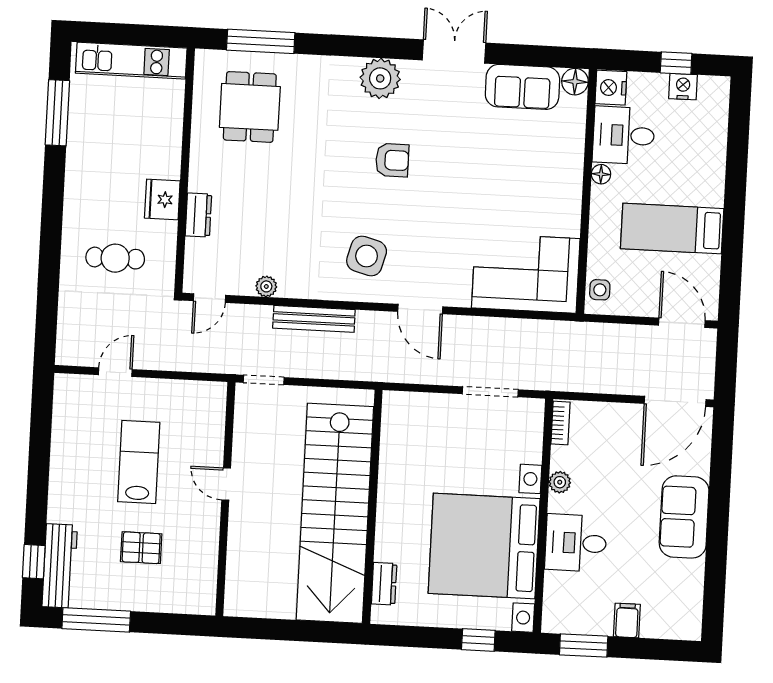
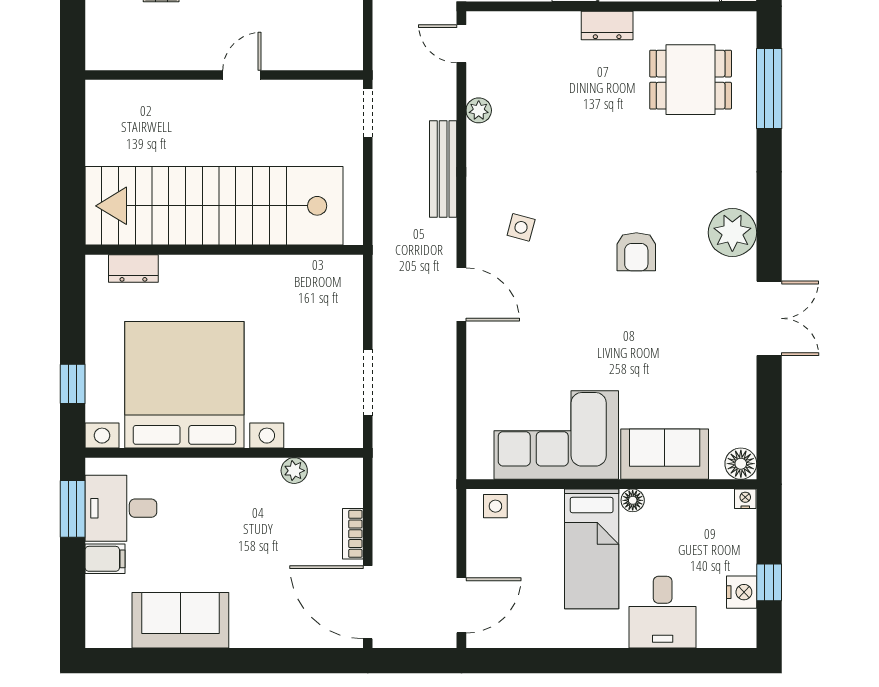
sofa: (522, 87) -> (665, 454), moved, turned 90
nightstand: (611, 88) -> (745, 499), width x0.53, depth x0.56
desk: (624, 135) -> (663, 612), moved, turned 180
dresser: (198, 215) -> (607, 25), moved
bed: (672, 229) -> (592, 549), moved, turned 180
side table: (367, 256) -> (521, 227), width x0.54, depth x0.54
corner sofa: (526, 273) -> (556, 435), moved, turned -90
door: (420, 309) -> (461, 294), swing flipped
bookcase: (560, 423) -> (353, 534), moved, turned 90
plant: (560, 482) -> (294, 471), moved
sofa: (684, 517) -> (180, 620), moved
desk: (576, 543) -> (121, 508), moved, turned -90

